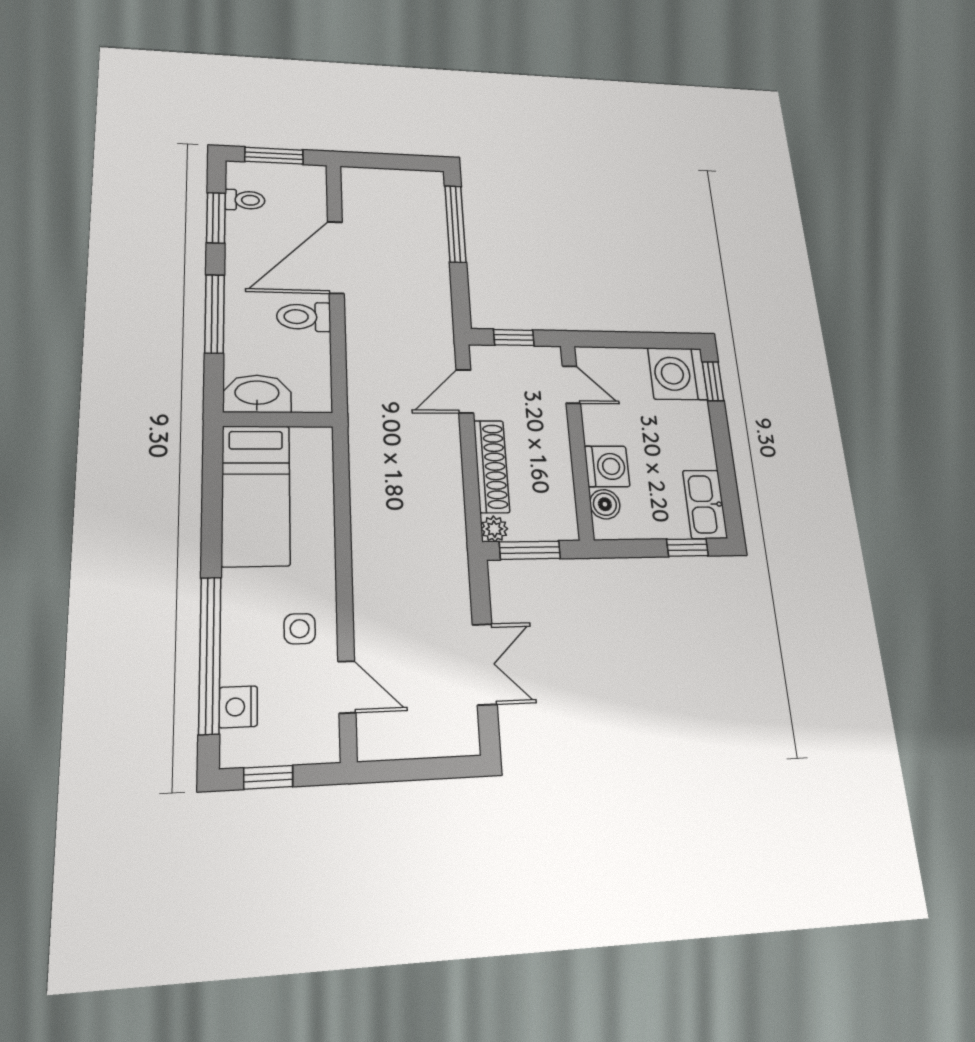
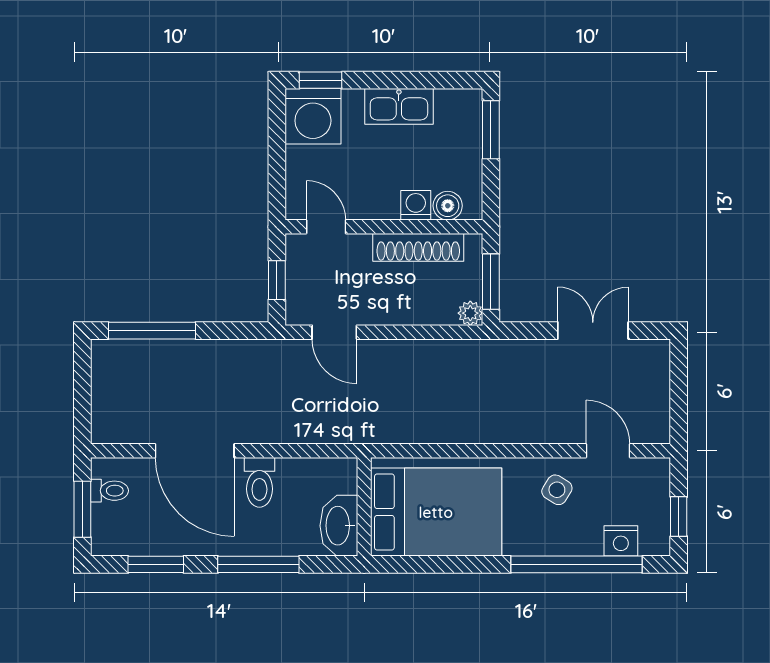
toilet: (245, 200) -> (110, 491), moved, turned 90
door: (571, 385) -> (326, 227), hinge flipped
shoe rack: (492, 466) -> (418, 247), moved, turned 180
washing machine: (607, 466) -> (416, 205), width x0.73, depth x0.73
bed: (256, 495) -> (436, 512), width x1.50
kitchen sink: (705, 504) -> (399, 106), moved
window: (687, 548) -> (491, 130), width x1.50
side table: (300, 629) -> (557, 490), turned 32
door: (347, 687) -> (608, 451), hinge flipped

